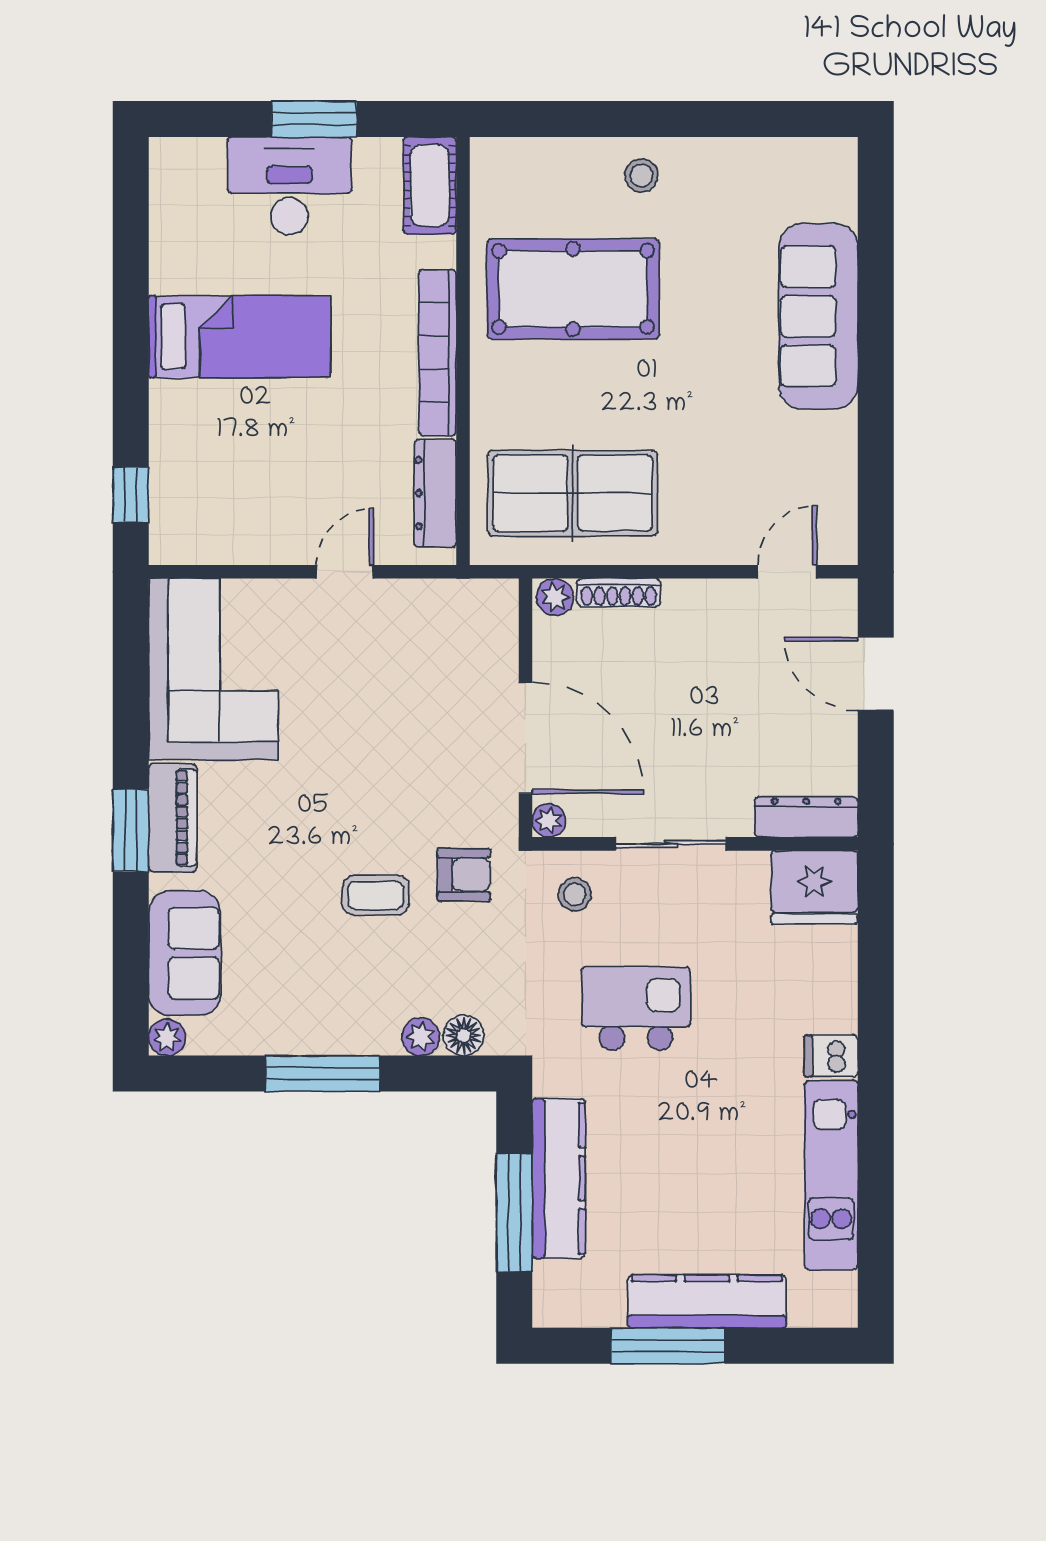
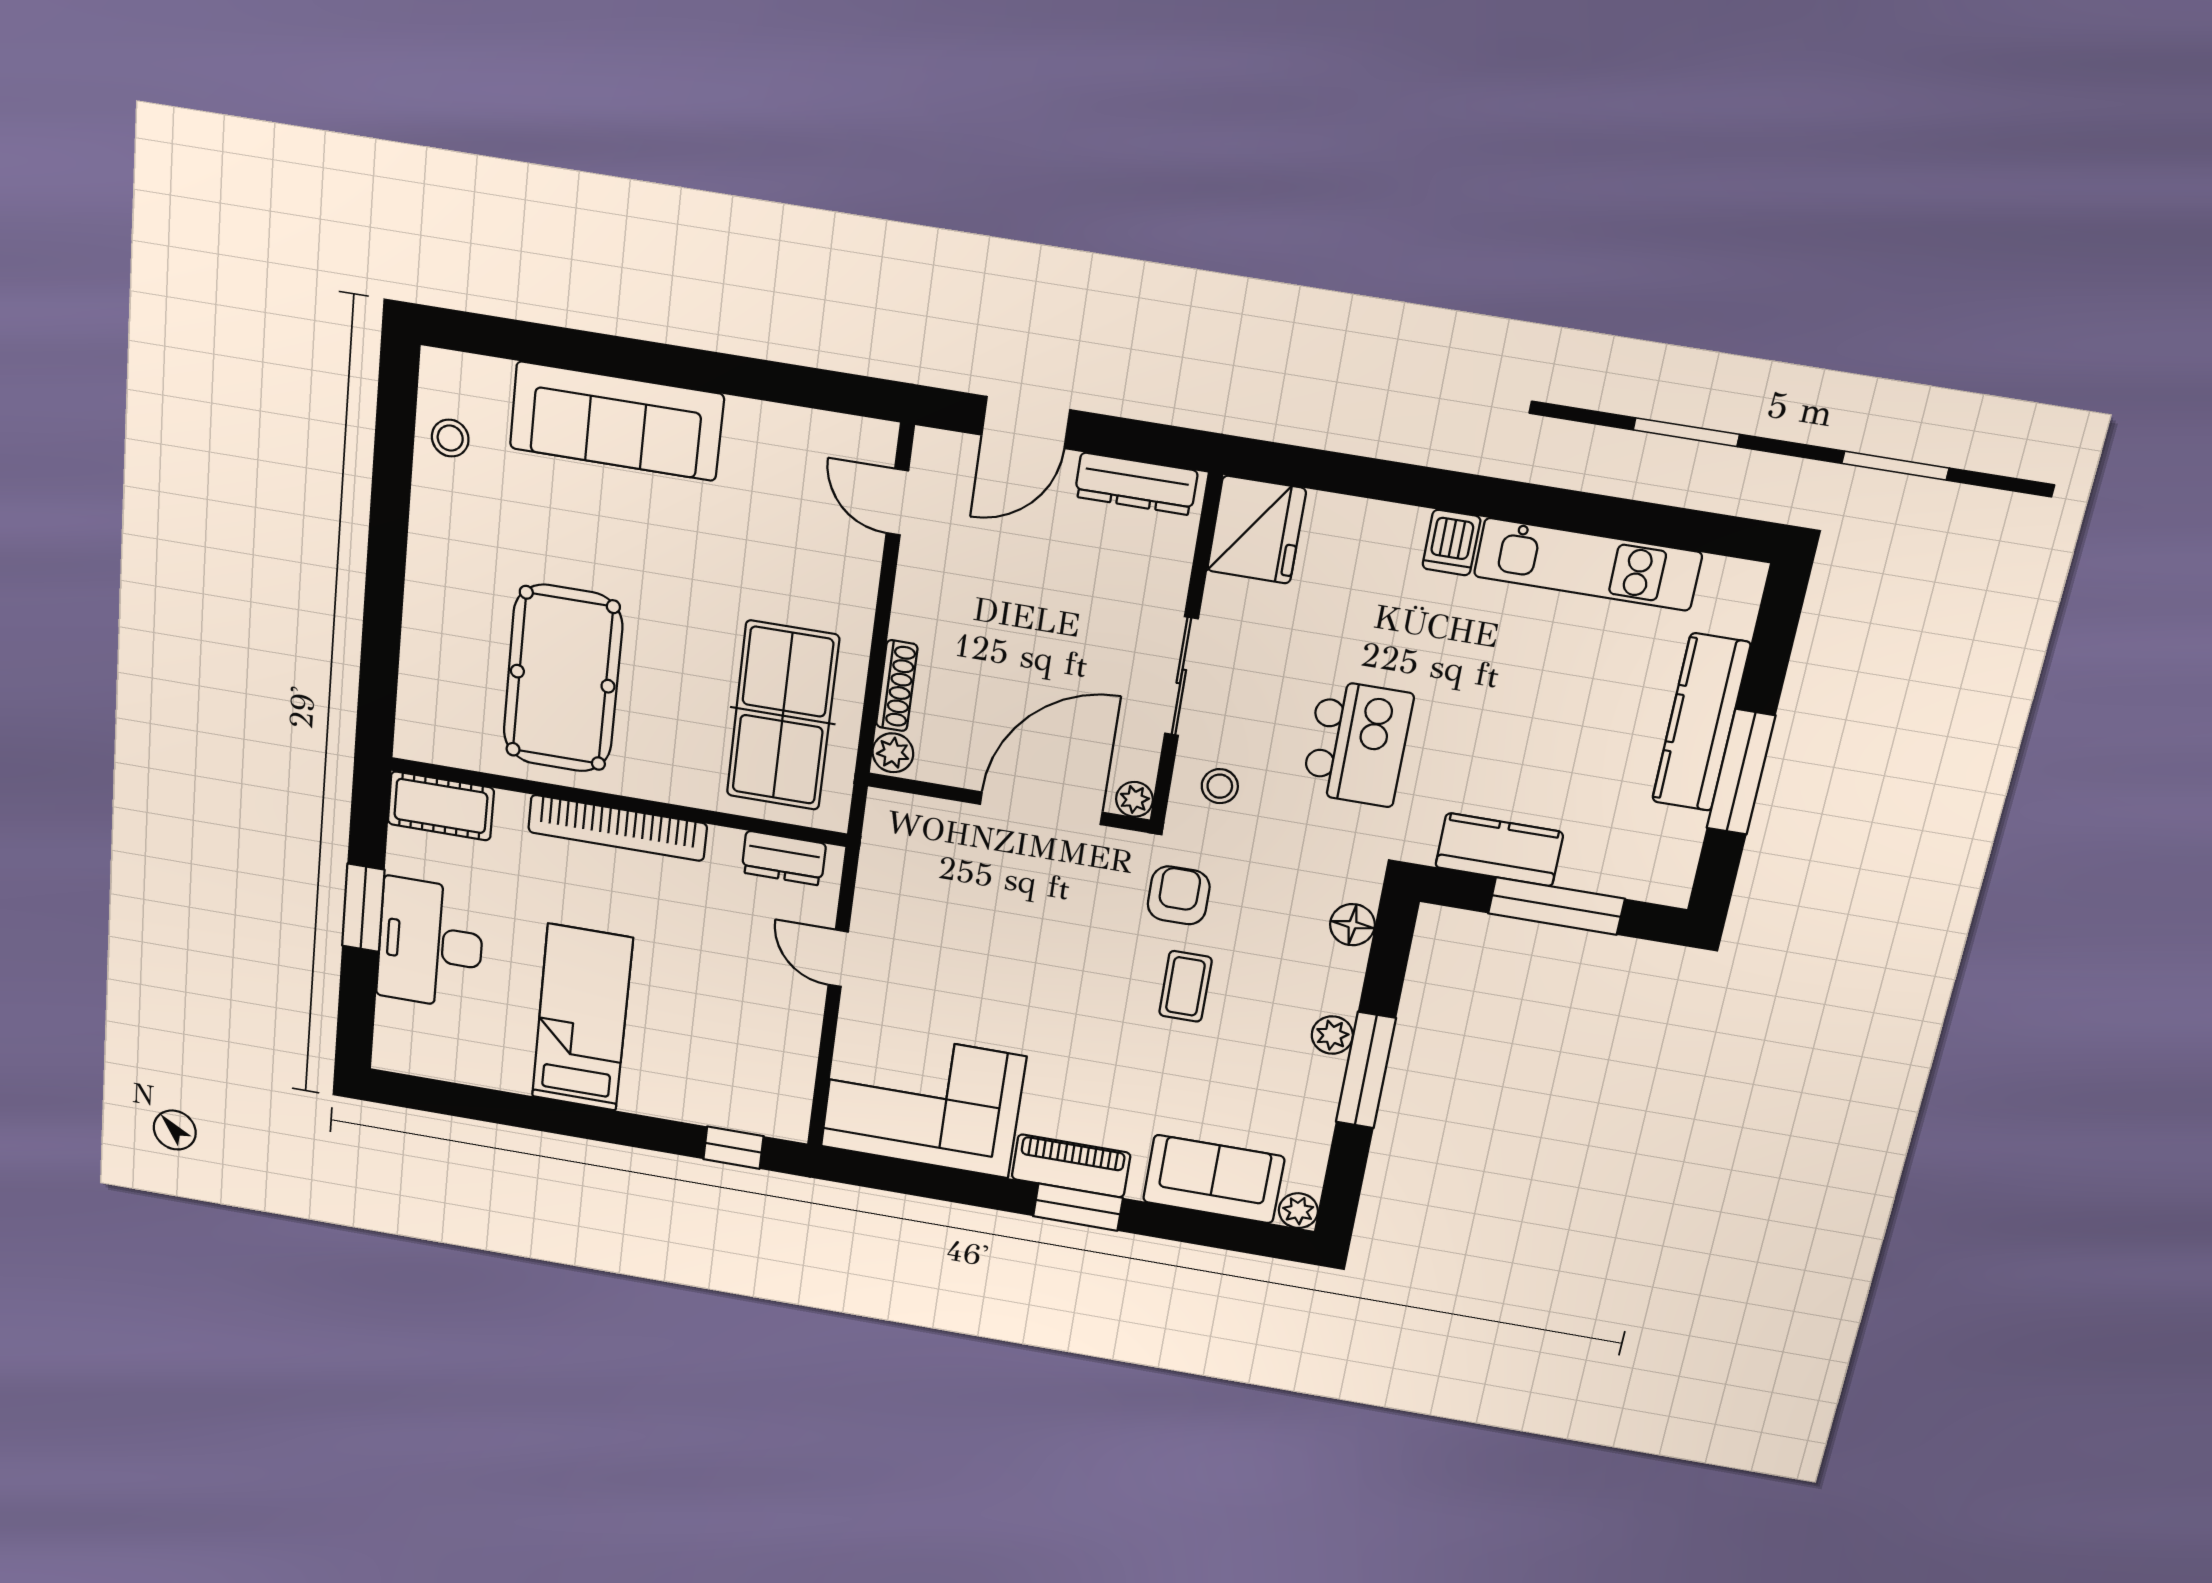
stool: (641, 176) -> (450, 438), moved
dresser: (435, 493) -> (784, 858), width x0.70
dresser: (806, 817) -> (1136, 484), moved, turned -90
kitchen island: (636, 1009) -> (1357, 743), turned 180
plant: (421, 1037) -> (1332, 1035), moved
kitchen counter: (559, 1178) -> (1499, 850), width x0.67

